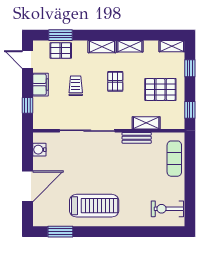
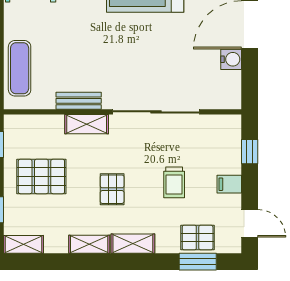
filing cabinet: (40, 85) -> (229, 184), width x0.50
shelving: (146, 123) -> (87, 124), moved
water cooler: (39, 150) -> (231, 59), moved

